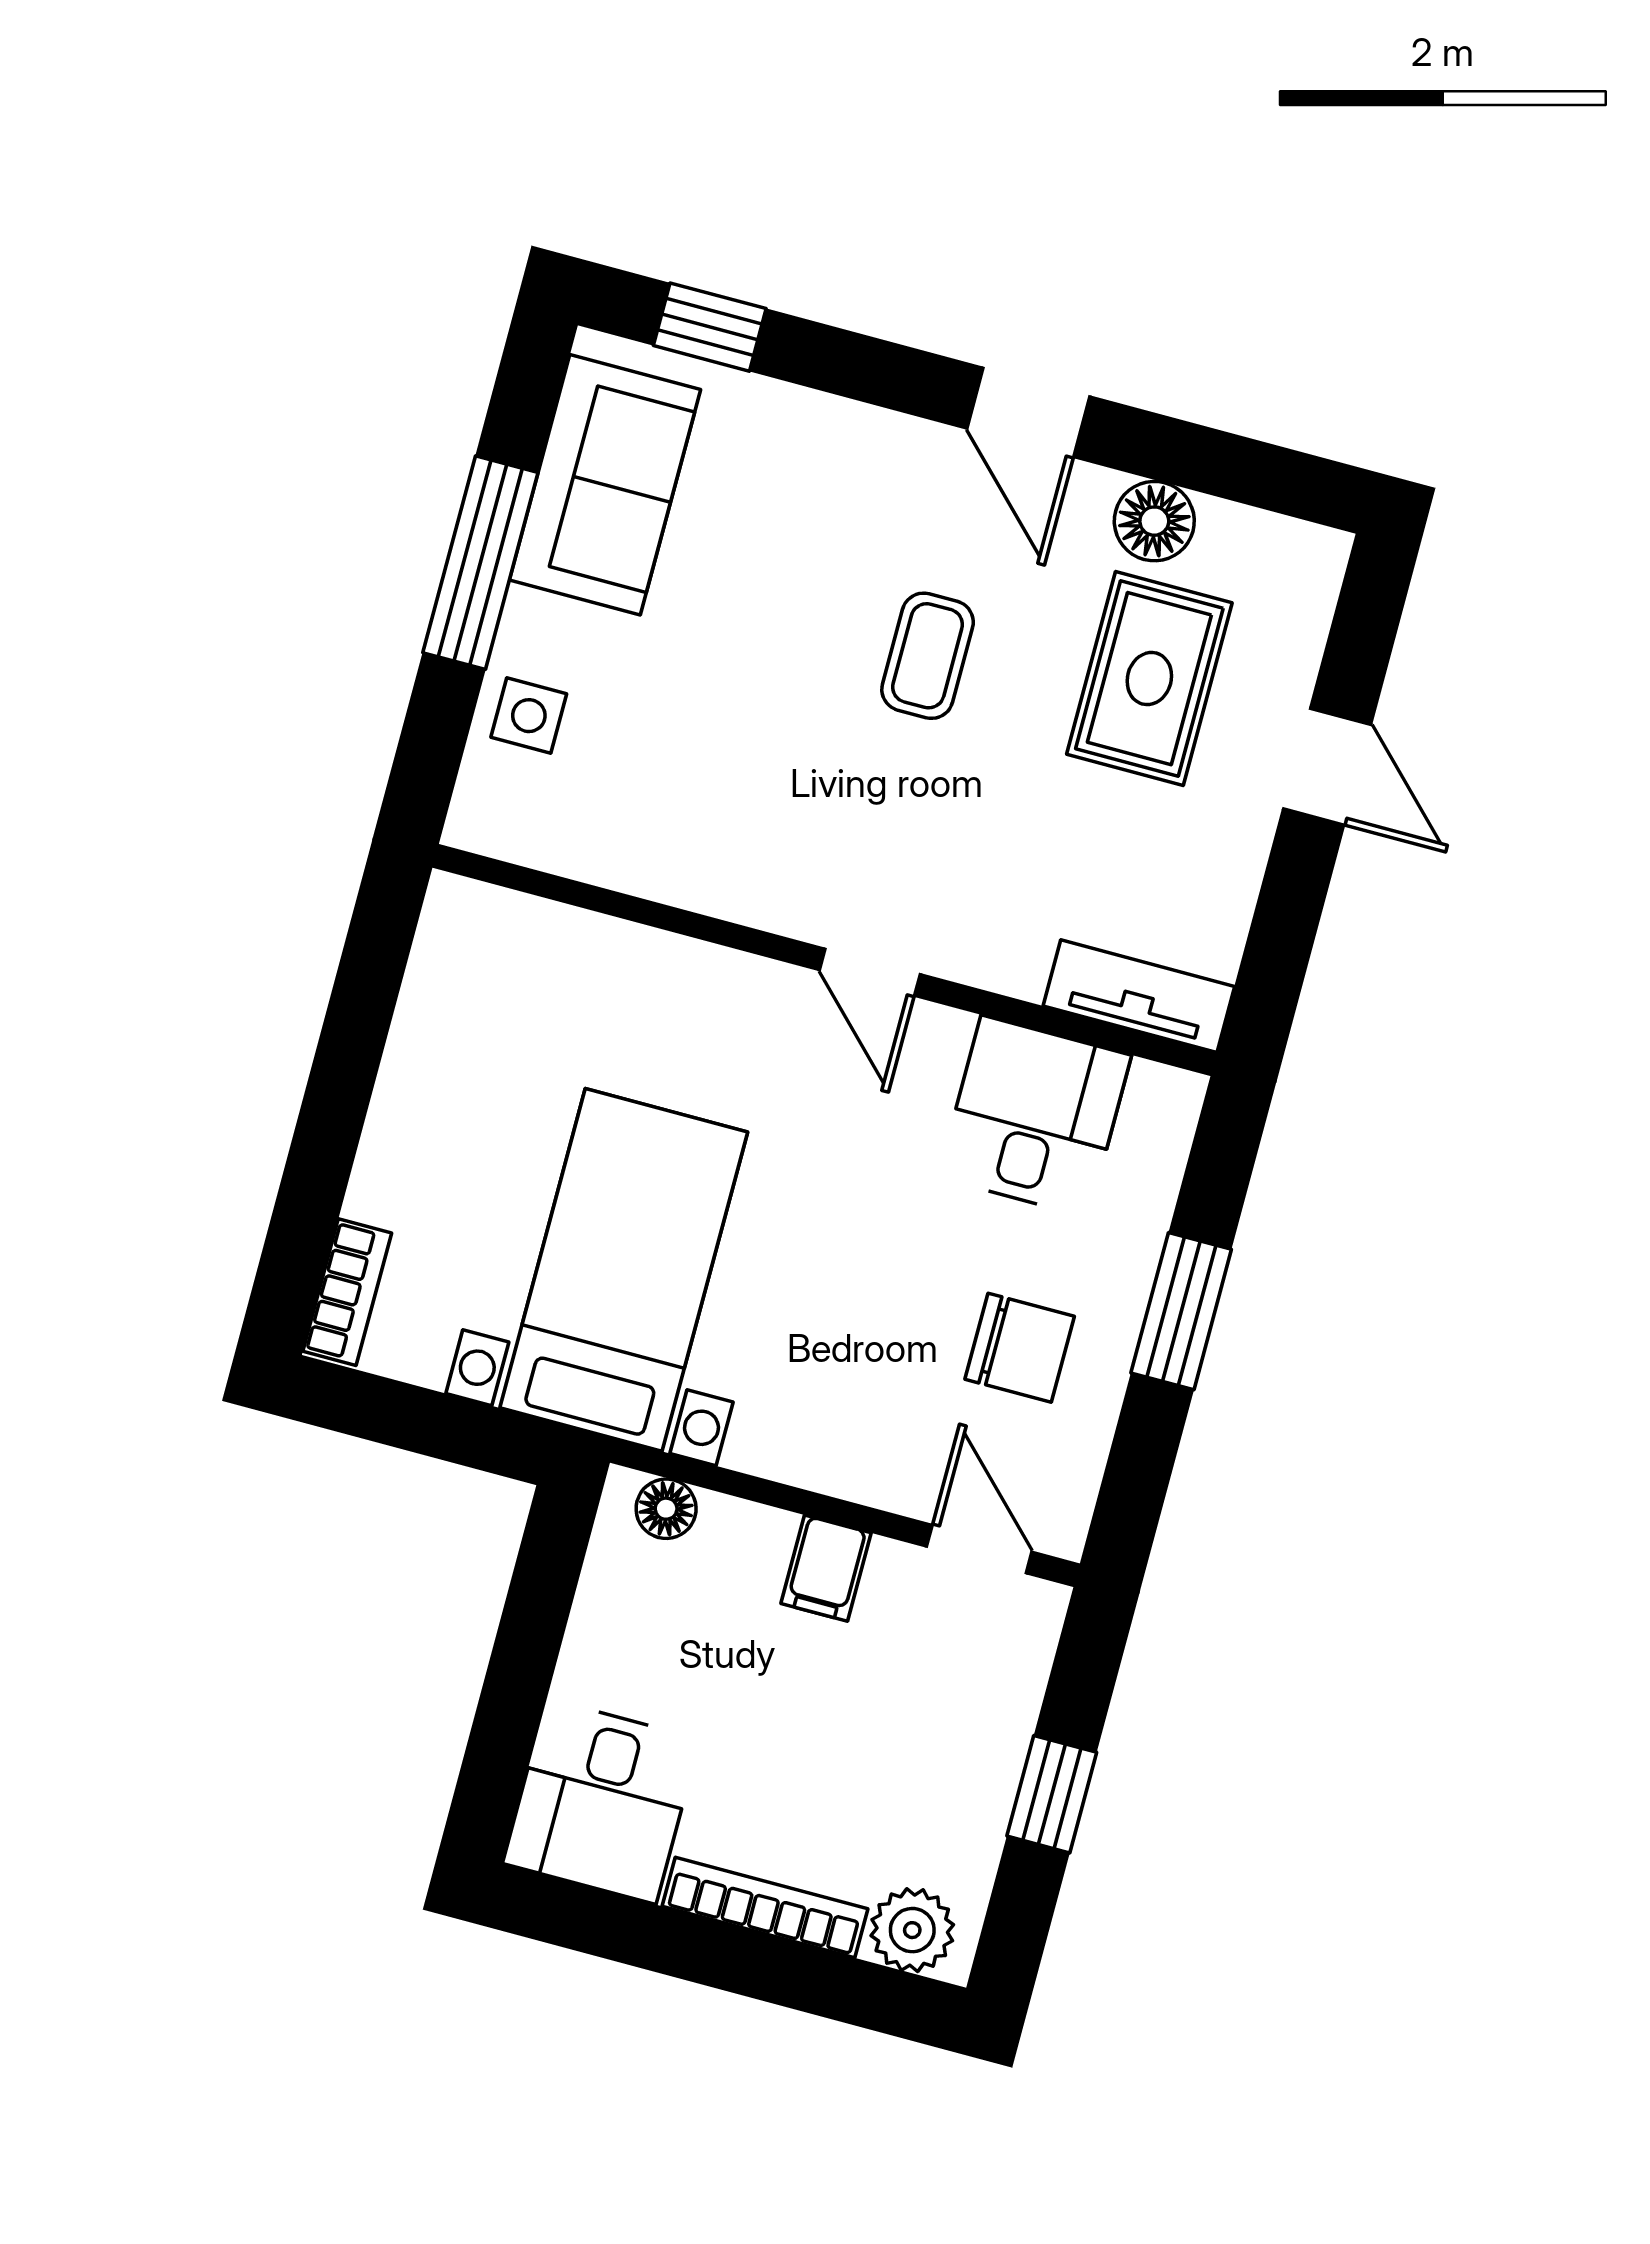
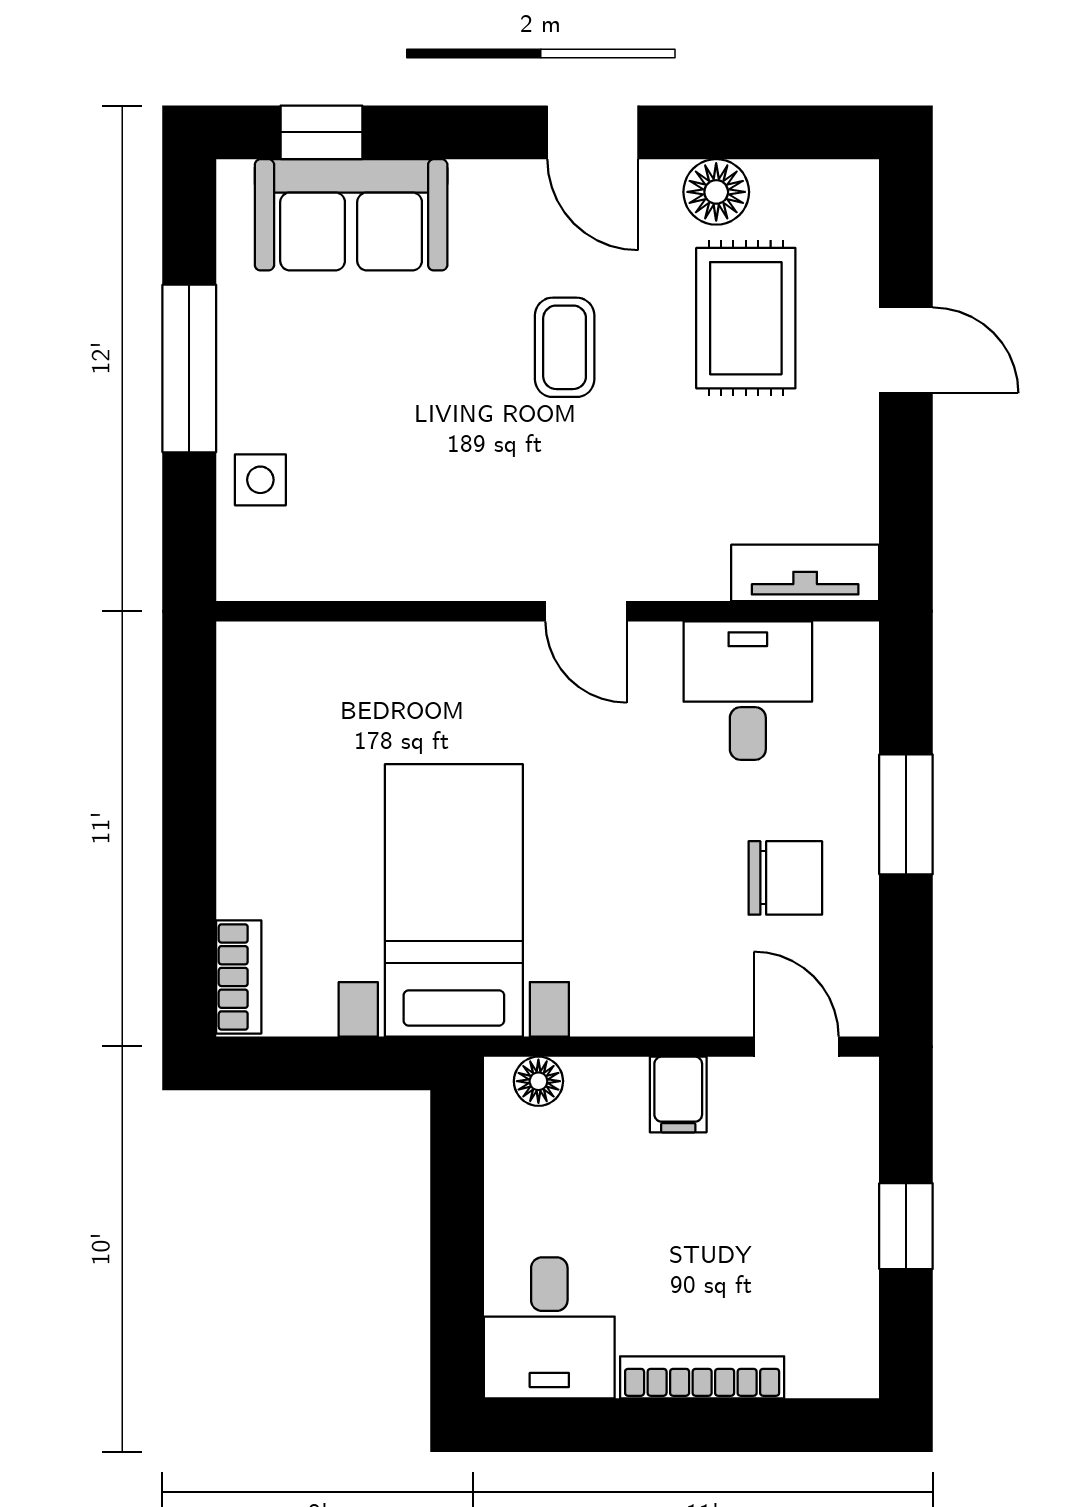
sofa: (605, 485) -> (351, 215), moved, turned 90
plant: (912, 1930) -> (824, 1364), removed

